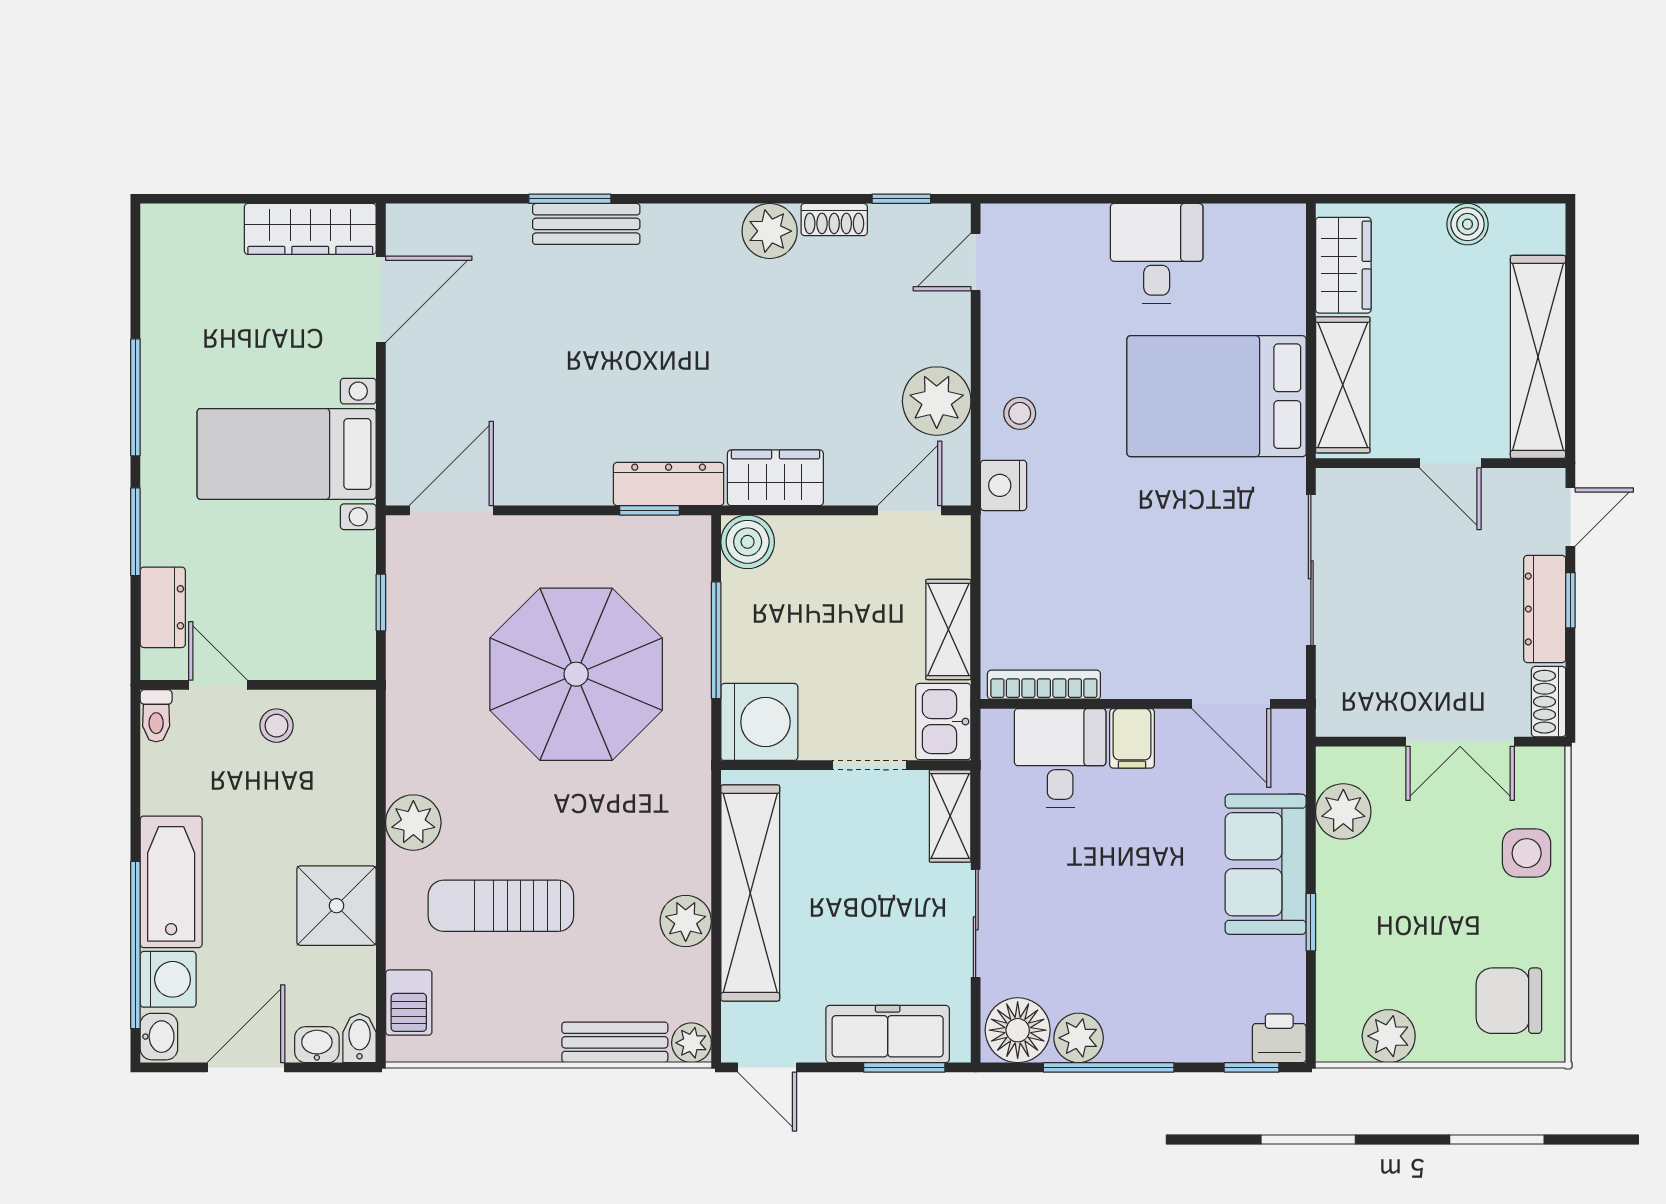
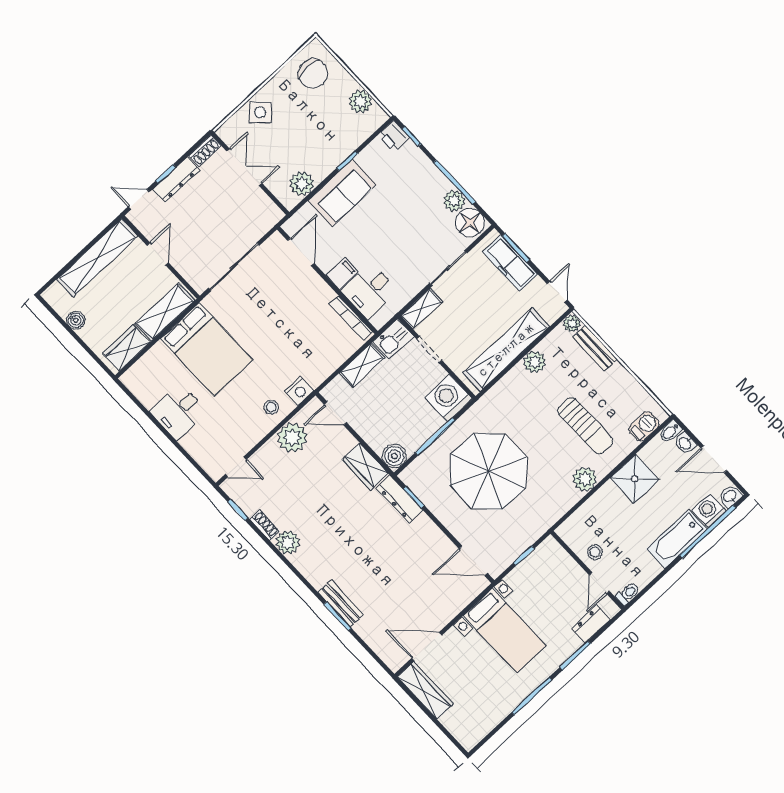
side table: (1527, 853) -> (260, 112), turned 45

